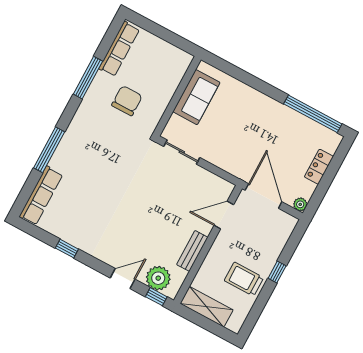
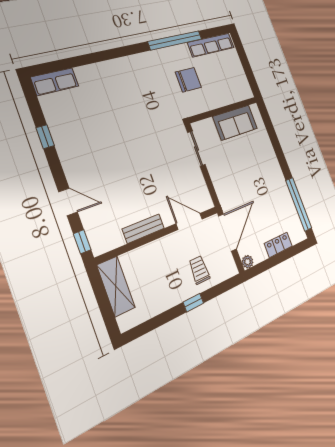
window: (88, 78) -> (175, 40), width x1.46
window: (49, 150) -> (103, 56), removed
row of seats: (41, 196) -> (55, 82), width x0.68
plant: (158, 278) -> (98, 227), removed
trolley: (244, 279) -> (199, 270), moved, width x0.73, depth x0.72

